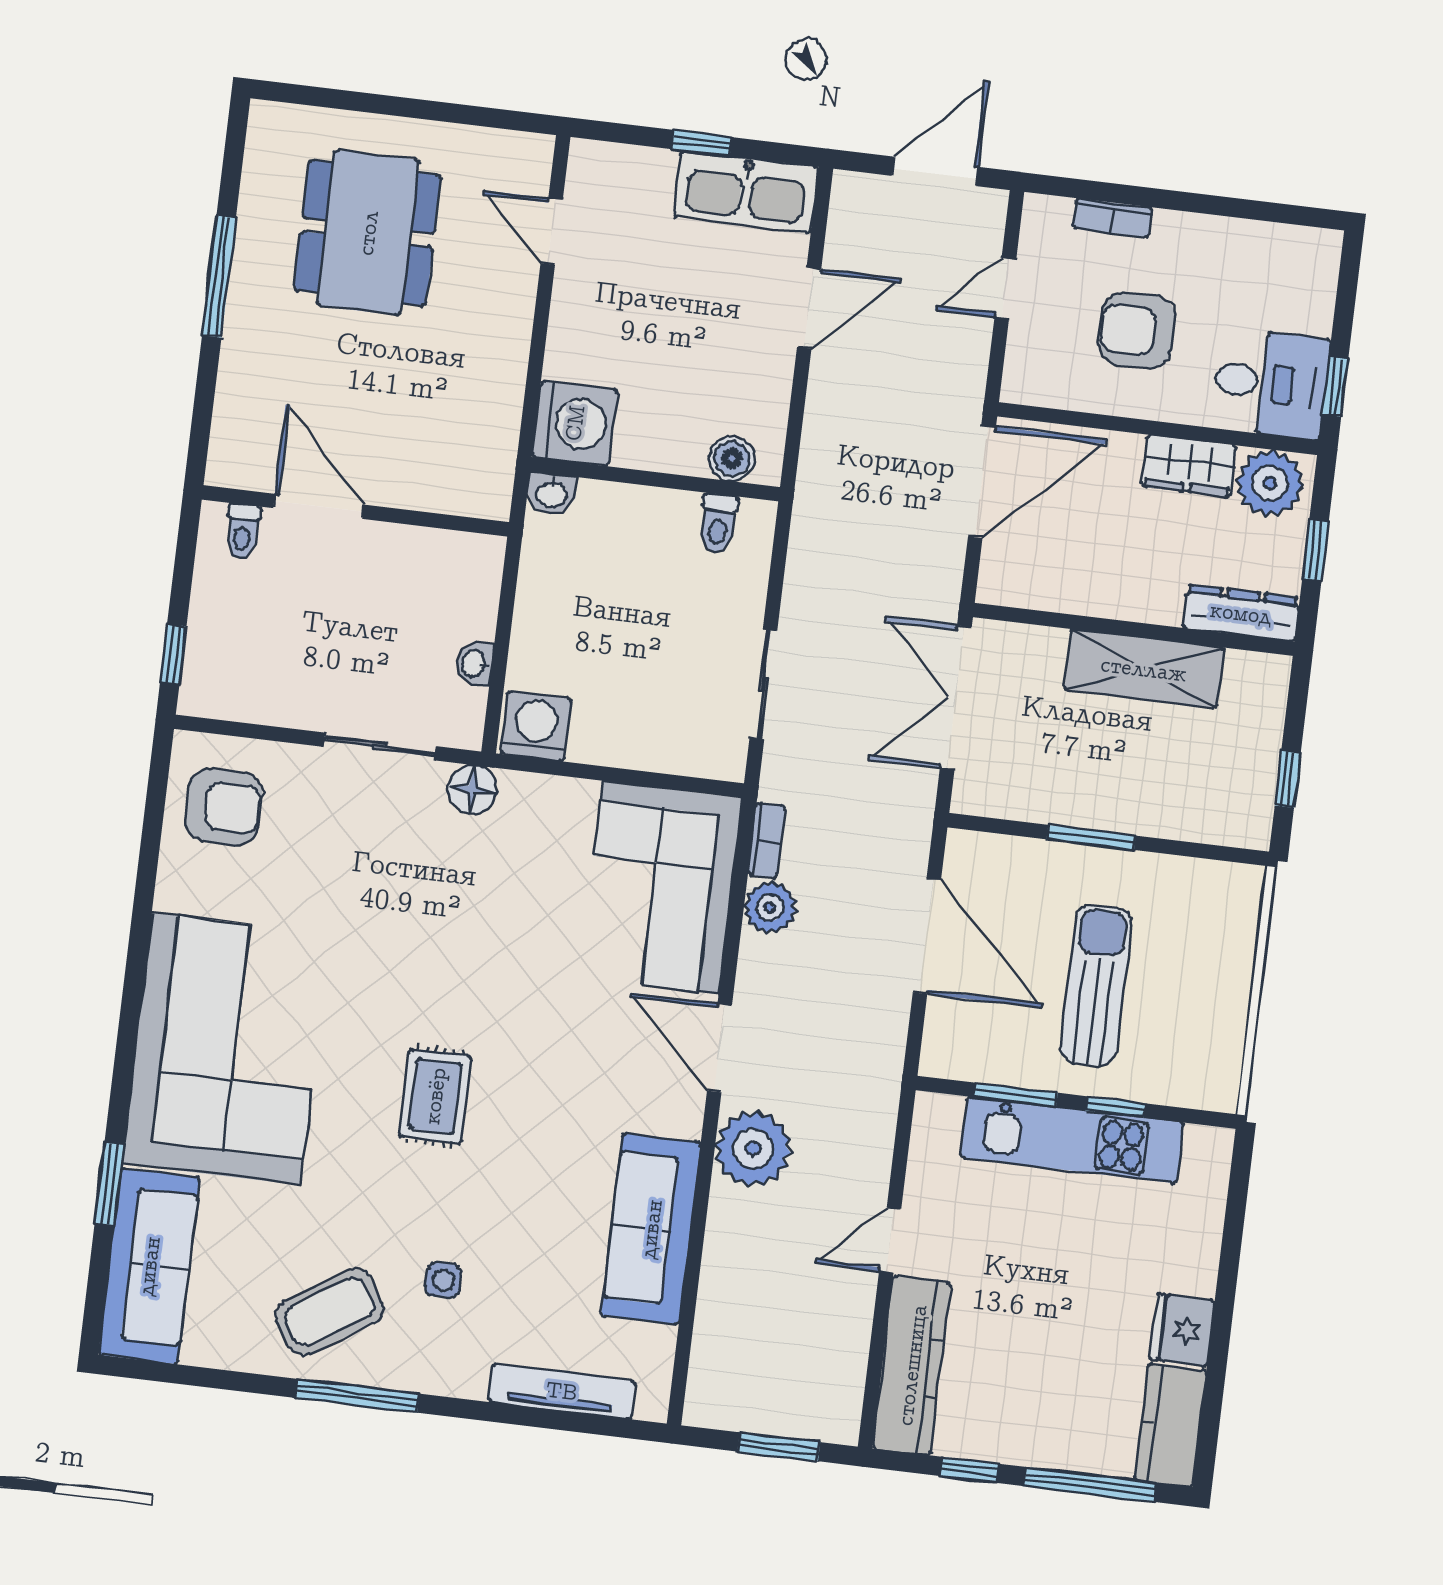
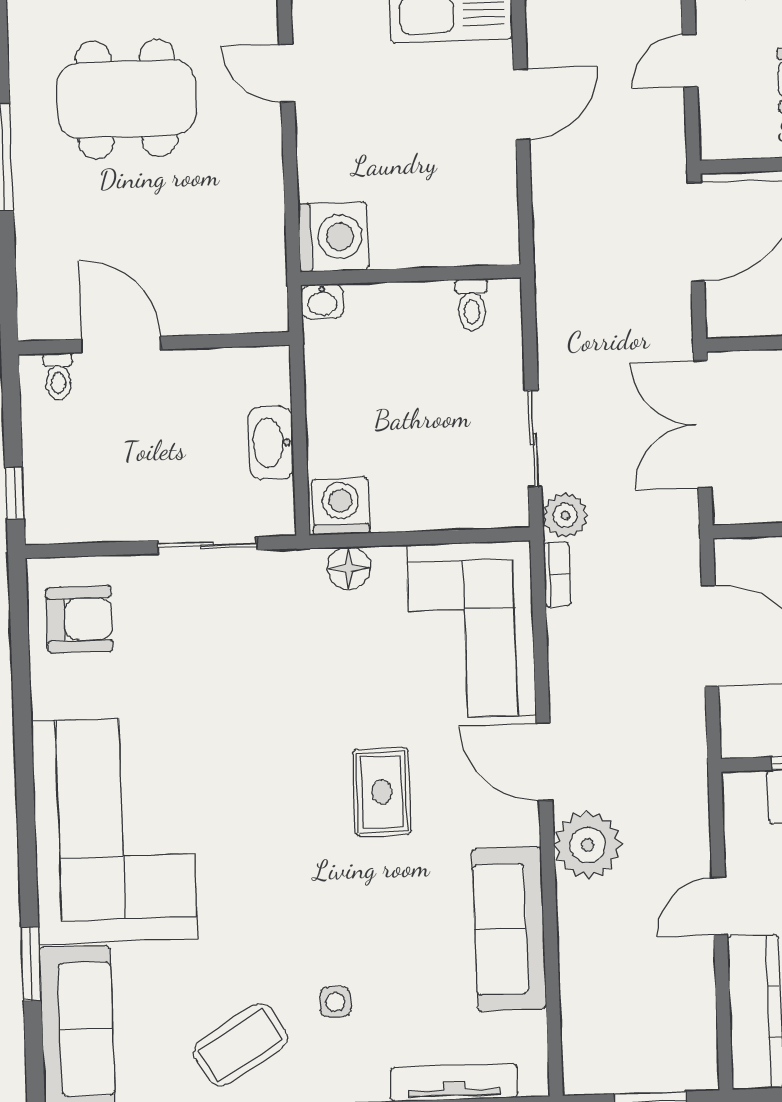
dining table: (368, 233) -> (126, 99), turned 90
boiler: (732, 458) -> (475, 246), removed
washbasin: (475, 663) -> (271, 443), width x1.91, depth x1.45
floor lamp: (472, 789) -> (349, 568), moved
plant: (770, 908) -> (565, 515), moved
rug: (435, 1096) -> (382, 792), moved

